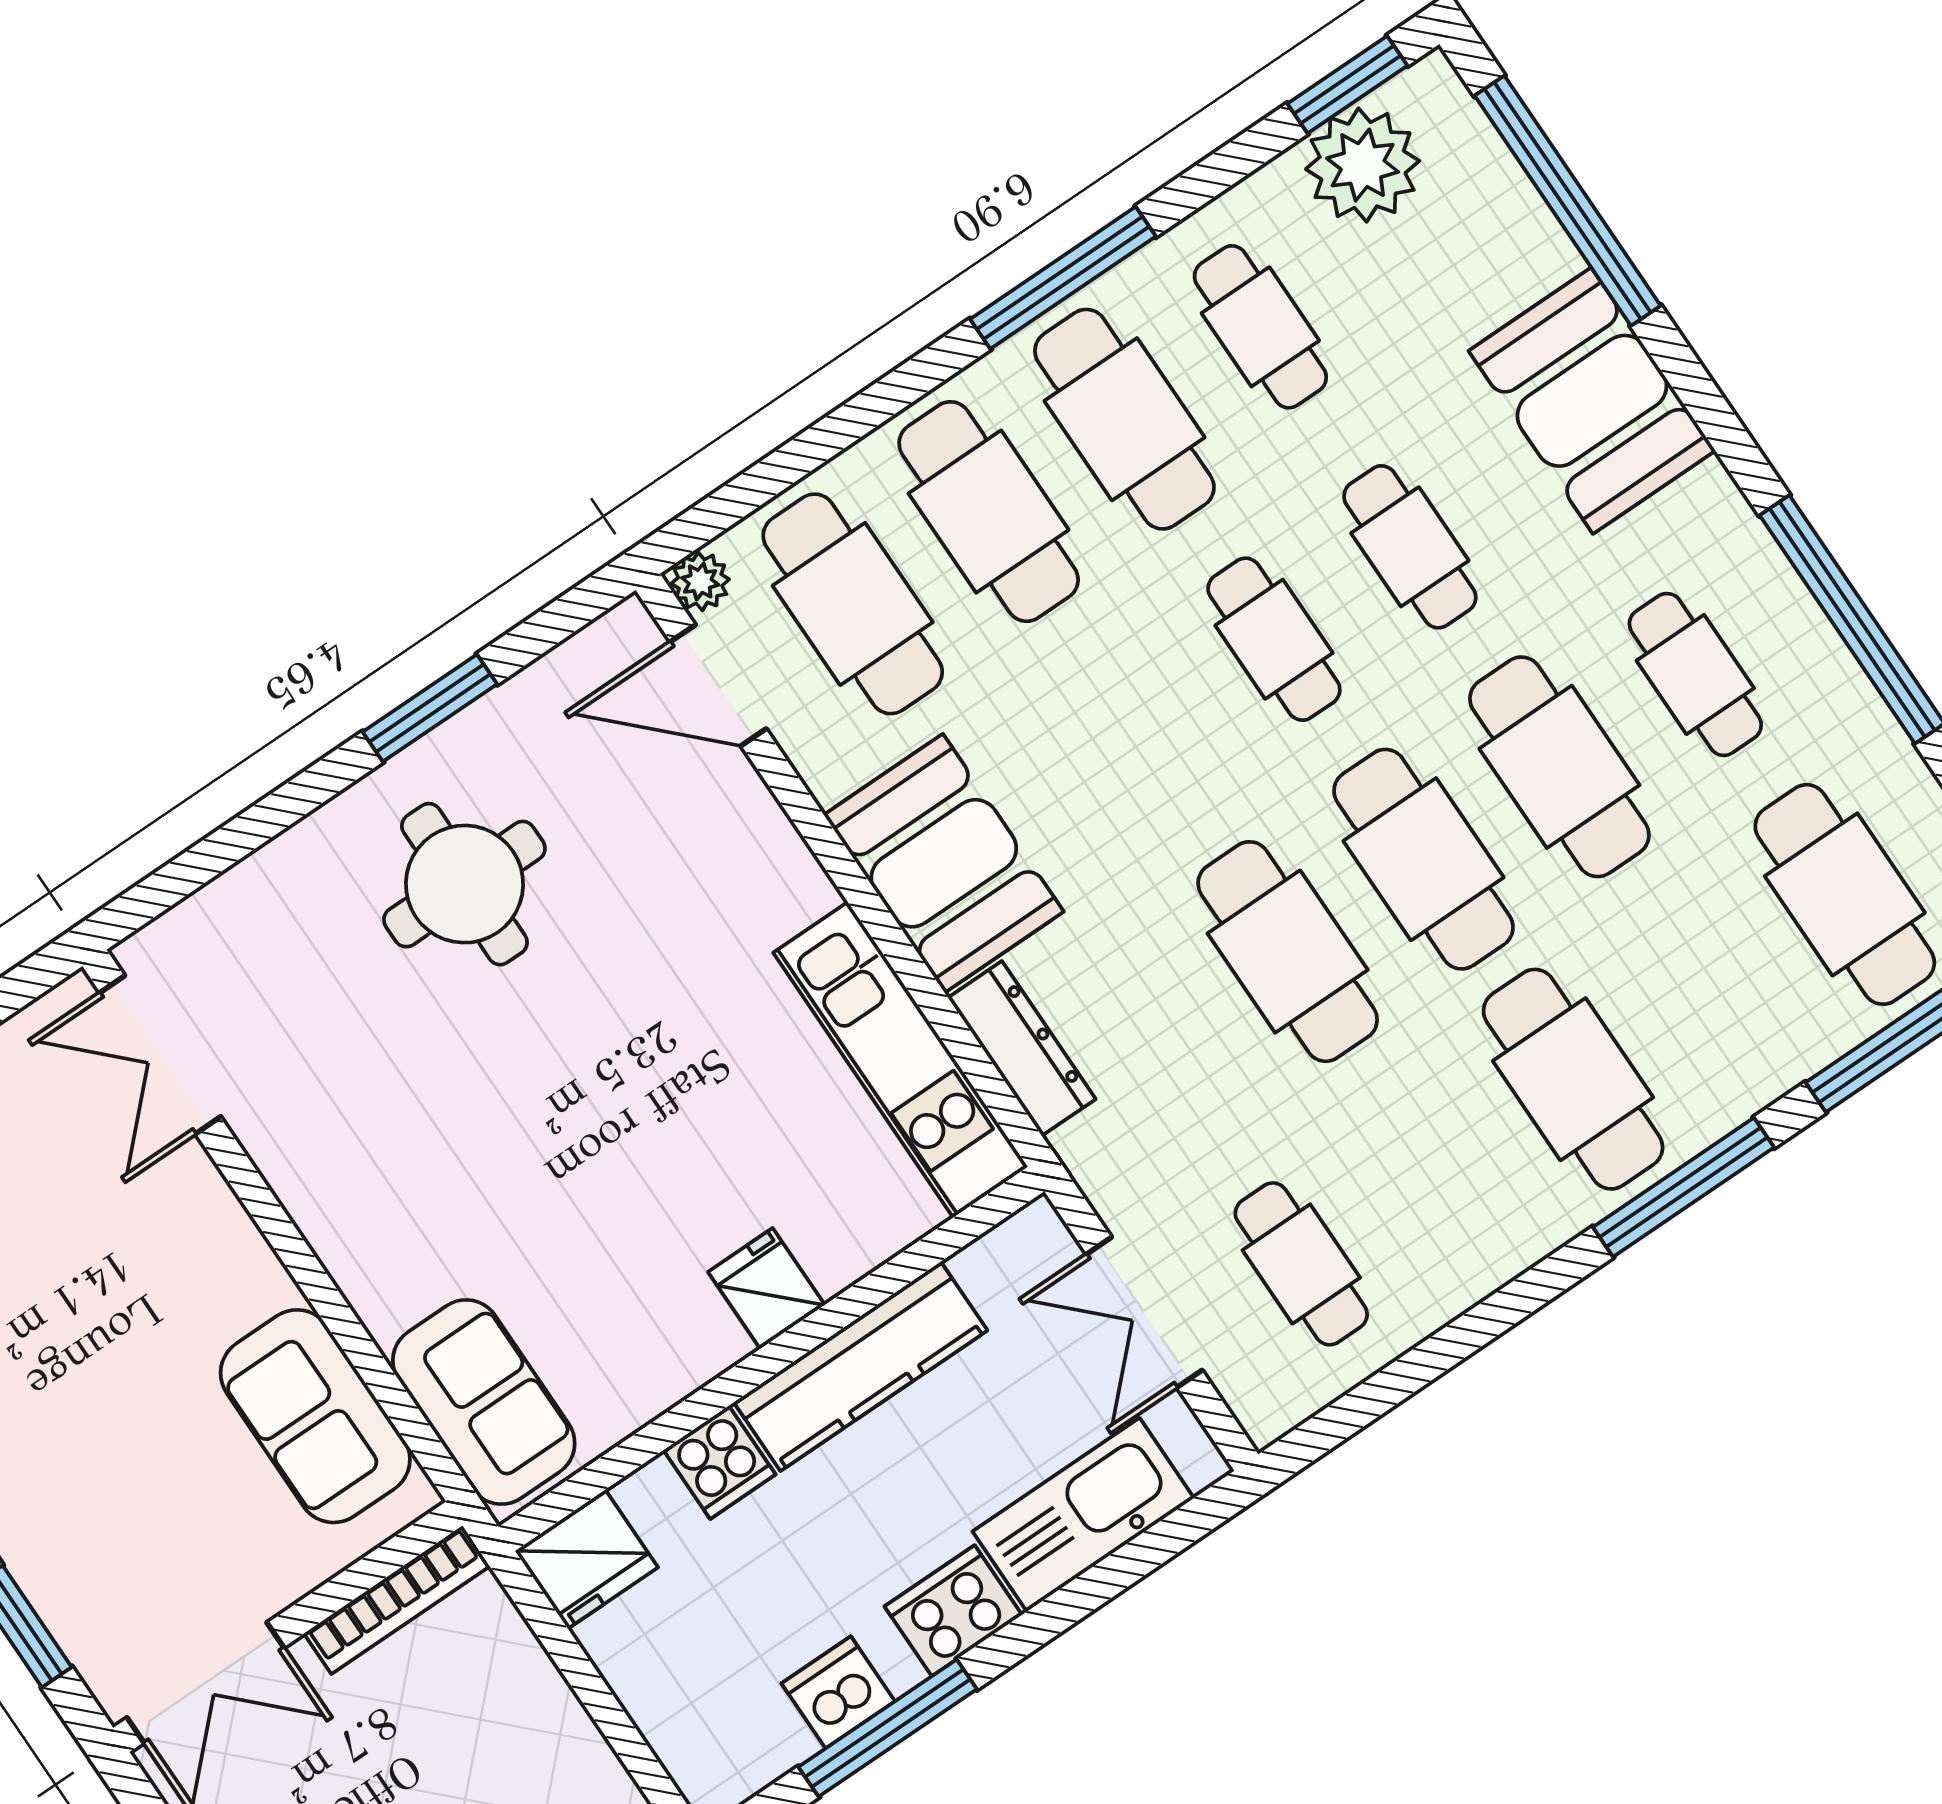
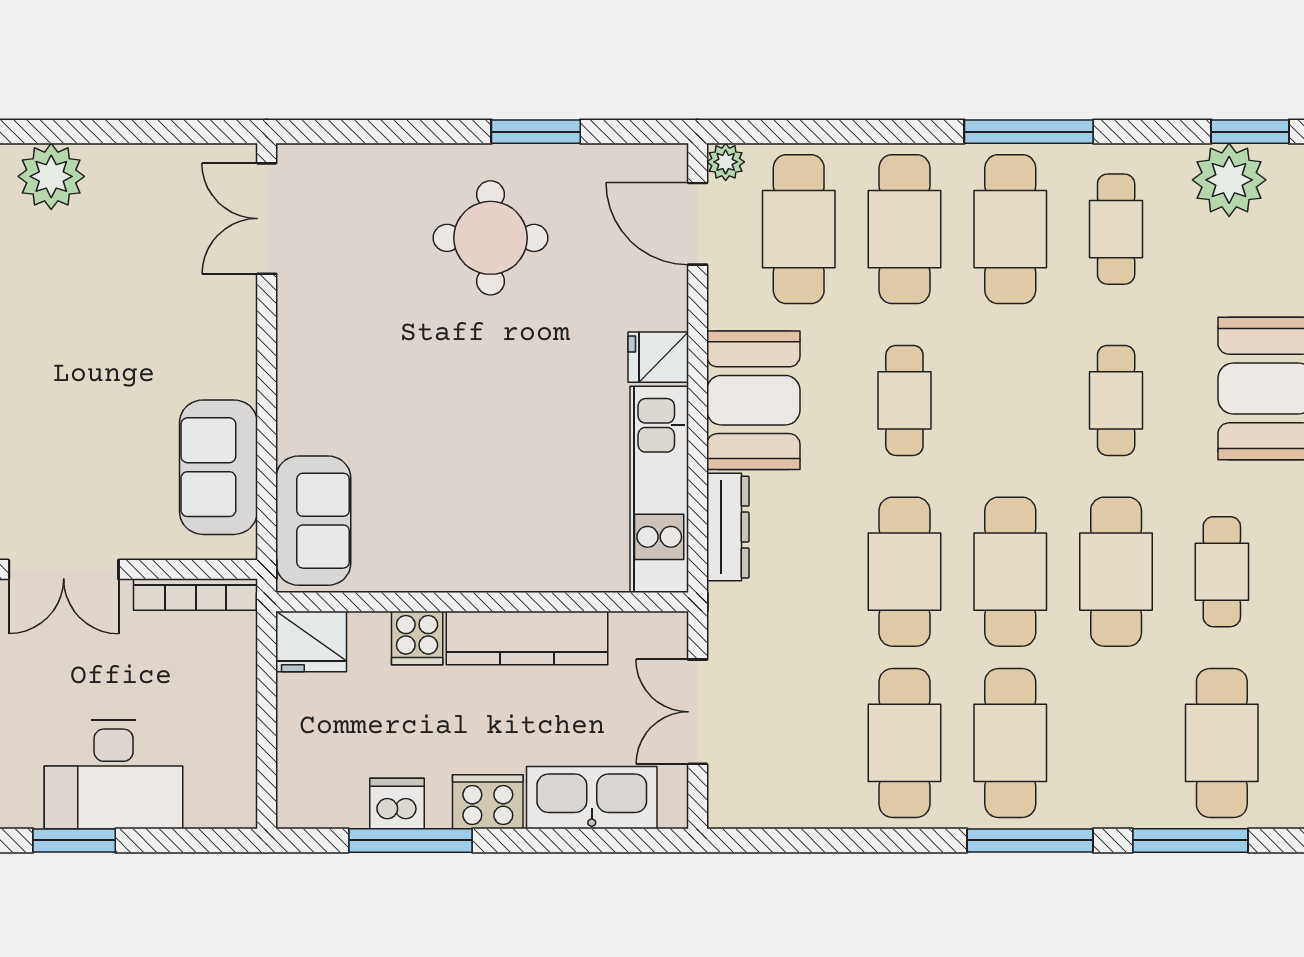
cafe table: (1274, 639) -> (904, 400), moved
cafe table: (1301, 1264) -> (904, 743), moved, width x1.37, depth x1.35
fridge: (767, 1288) -> (658, 357), moved, turned -90

